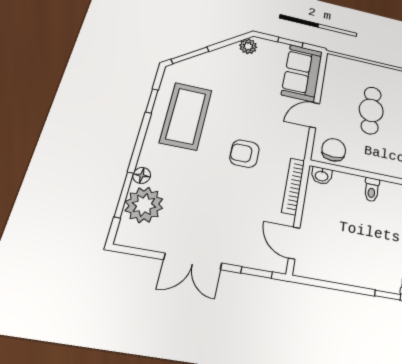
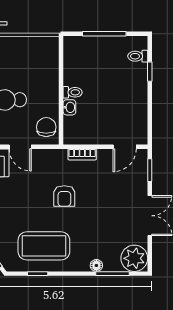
chair: (334, 150) -> (46, 127), turned 90
washbasin: (322, 176) -> (69, 107), moved
bookcase: (293, 186) -> (82, 154), width x0.64
plant: (144, 205) -> (134, 258), moved

